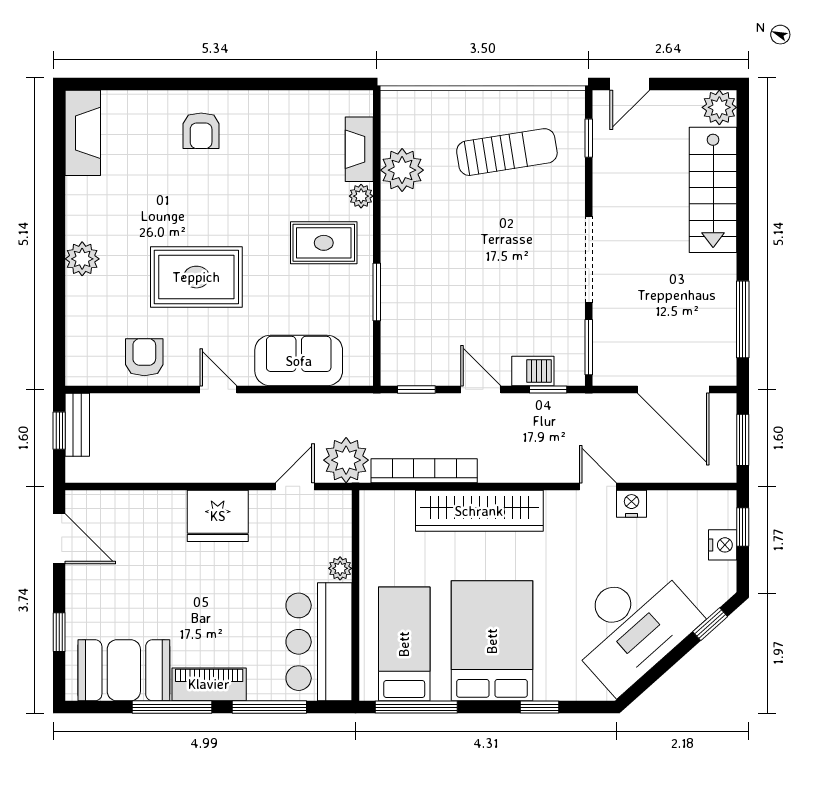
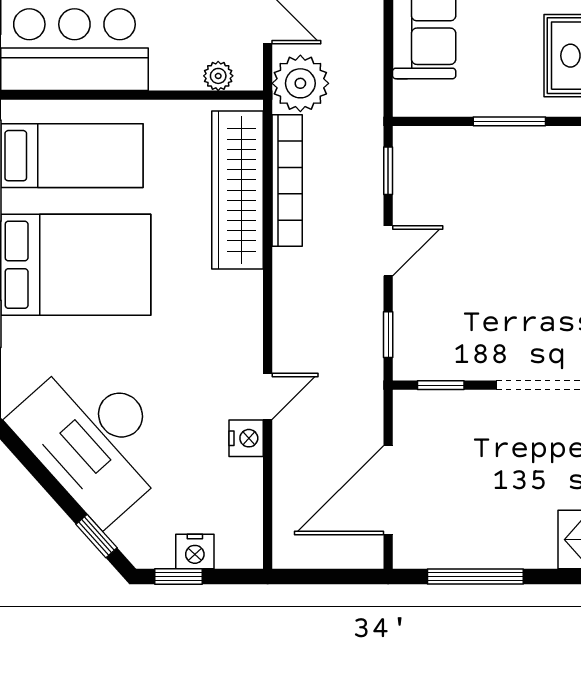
window: (589, 347) -> (441, 385), width x0.67
barbecue: (533, 371) -> (411, 315), removed
window: (743, 440) -> (325, 577), removed
wardrobe: (479, 511) -> (237, 190), moved
window: (743, 527) -> (178, 577), moved
plant: (340, 568) -> (218, 76), moved

